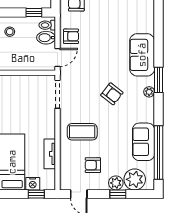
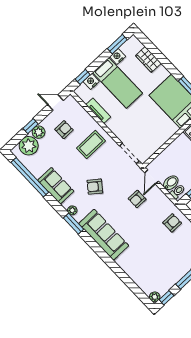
armchair: (71, 36) -> (137, 199), moved
sofa: (142, 55) -> (104, 235), width x1.36
sofa: (144, 142) -> (56, 186), moved

